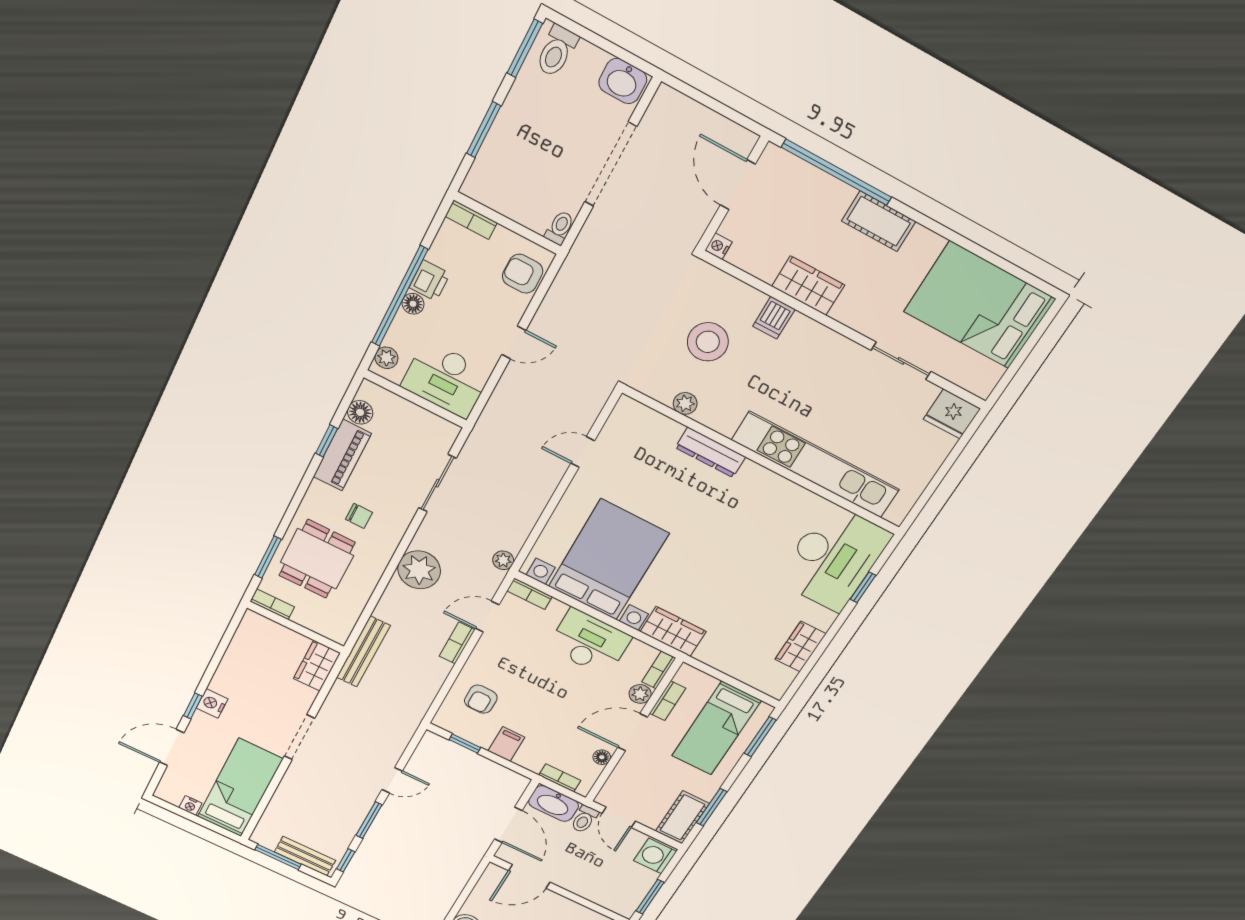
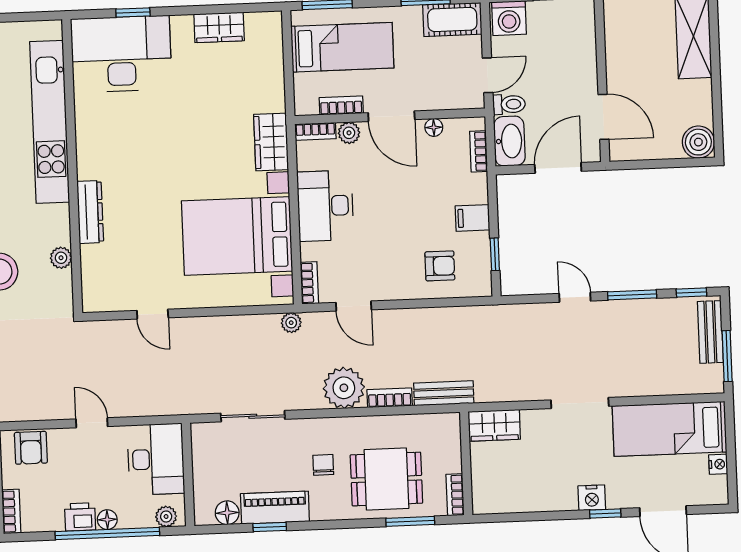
bookcase: (457, 643) -> (390, 398), moved, turned 180
bench: (363, 652) -> (444, 393), width x0.73

